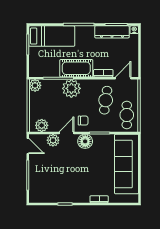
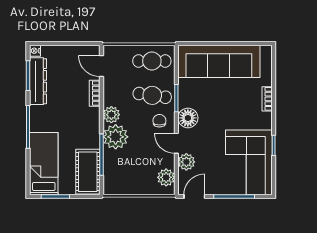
cot: (76, 68) -> (88, 172), moved
plant: (35, 85) -> (111, 115), moved
cafe table: (106, 100) -> (152, 95), moved
corner sofa: (53, 186) -> (249, 162), added

